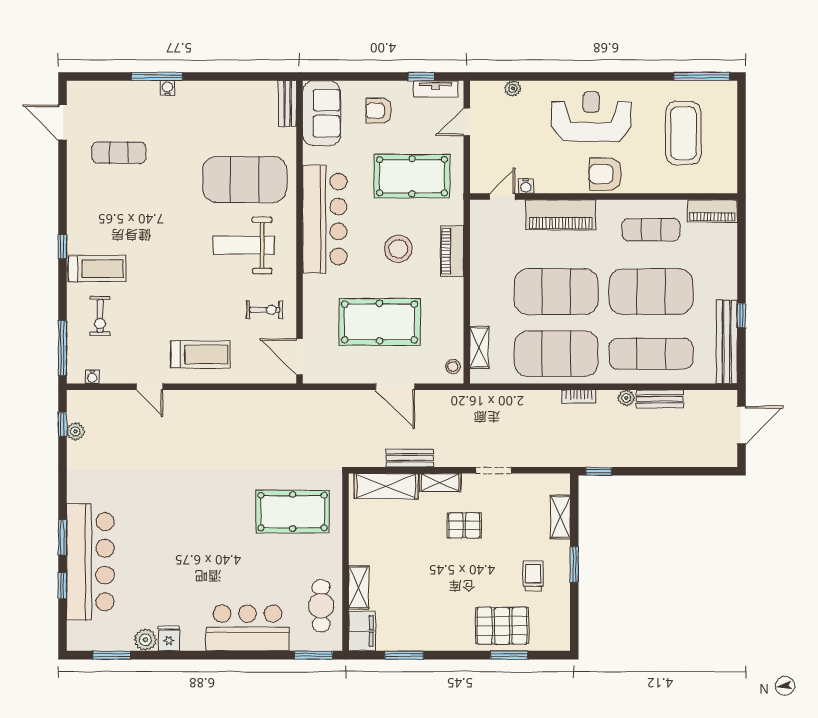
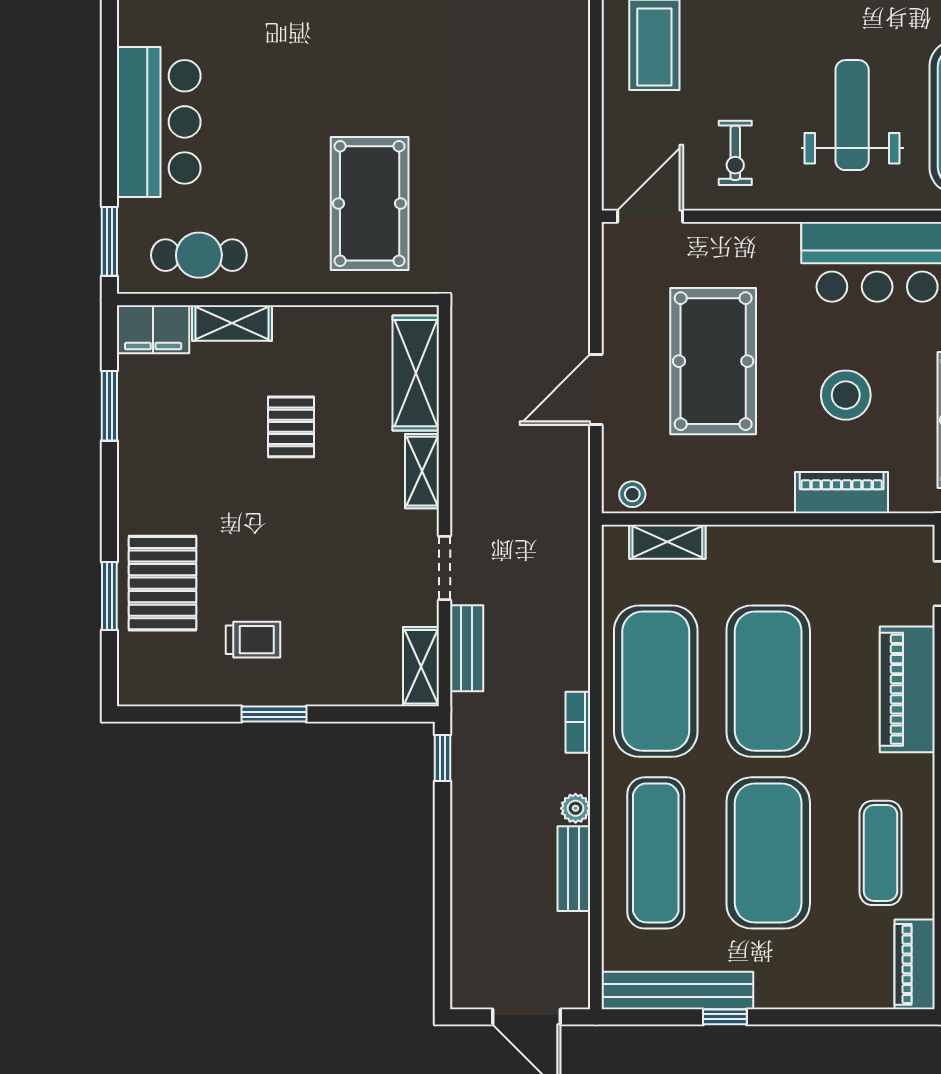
bench: (410, 458) -> (467, 648), moved
shelving: (560, 517) -> (421, 667), moved, turned 90
pallet: (464, 525) -> (291, 427), moved

